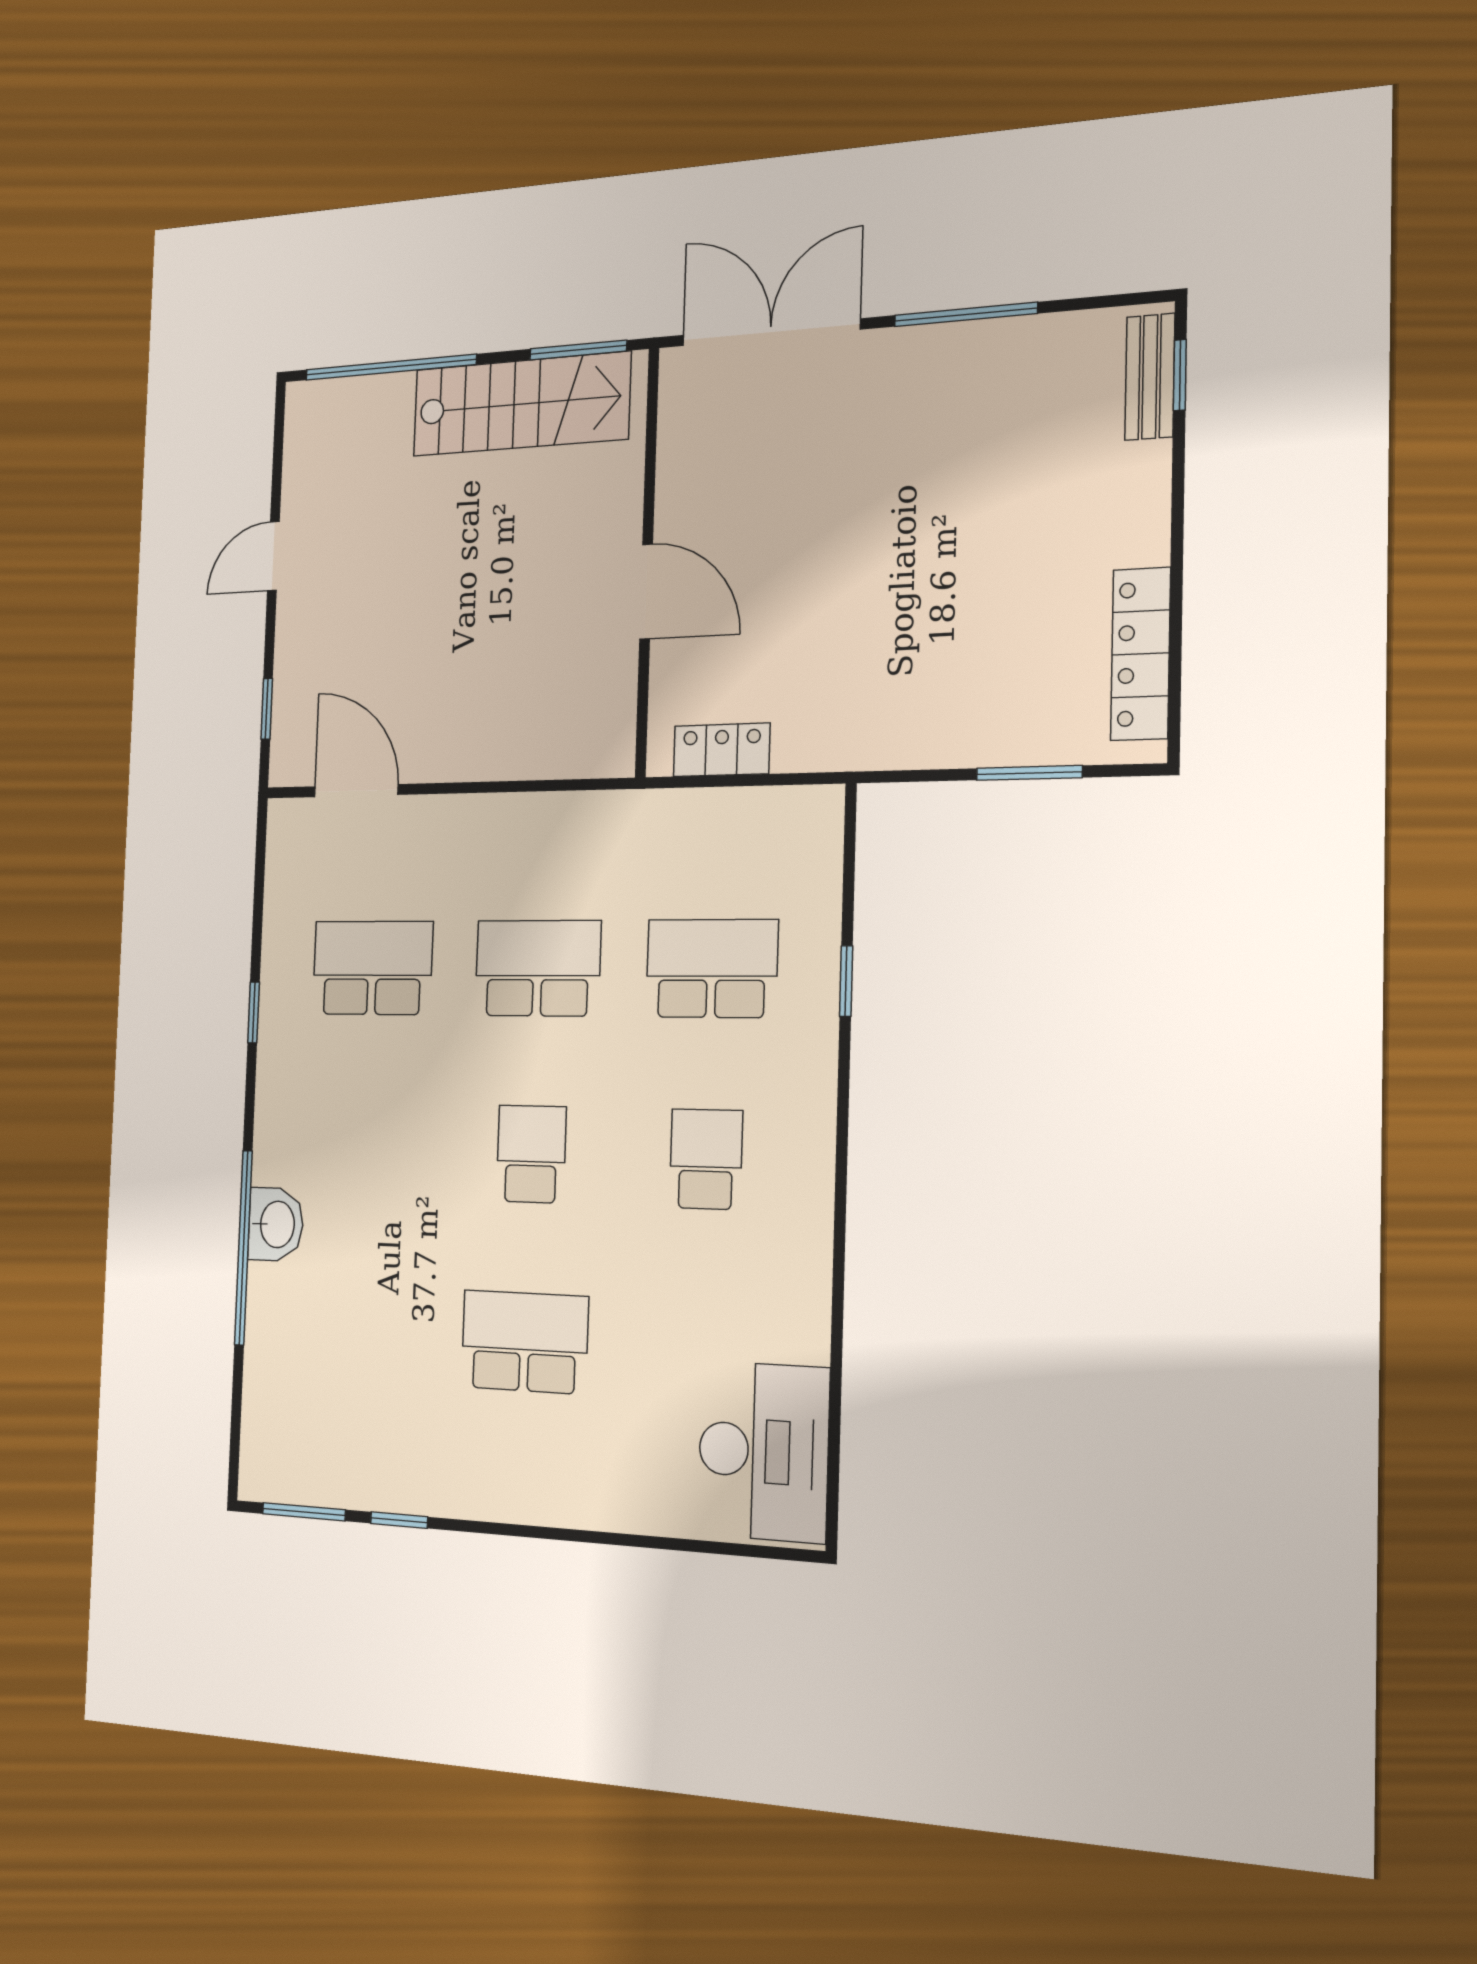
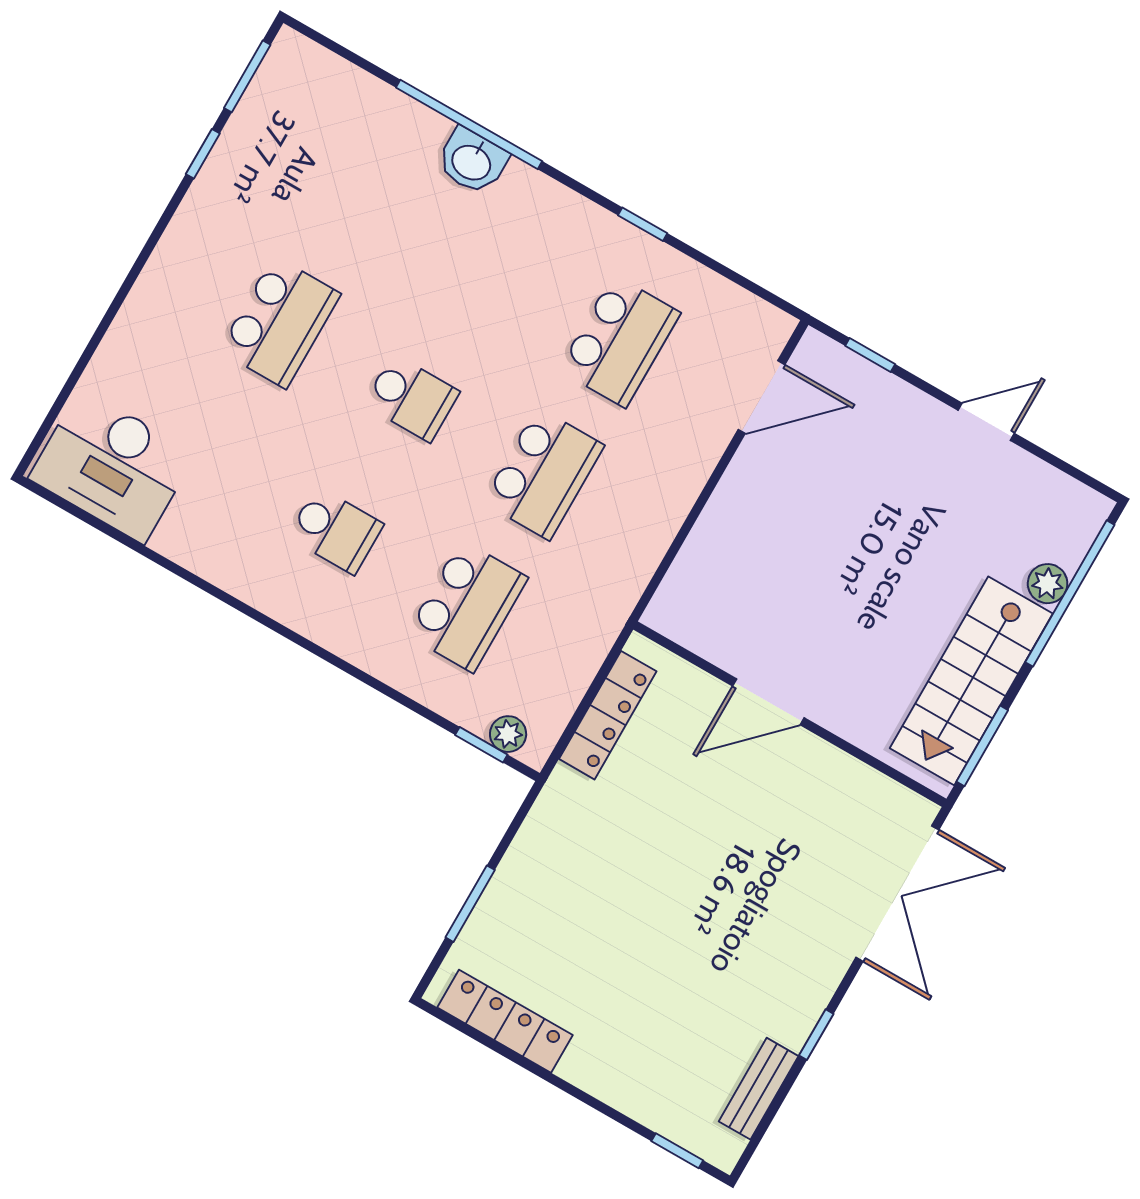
window: (966, 314) -> (816, 1035), width x0.46
bench: (1150, 377) -> (759, 1089), moved, turned 90
plant: (392, 395) -> (1048, 584), added
door: (273, 556) -> (986, 422), hinge flipped
locker: (722, 750) -> (608, 715), width x1.53
plant: (822, 843) -> (508, 734), added
window: (846, 981) -> (481, 745), moved

